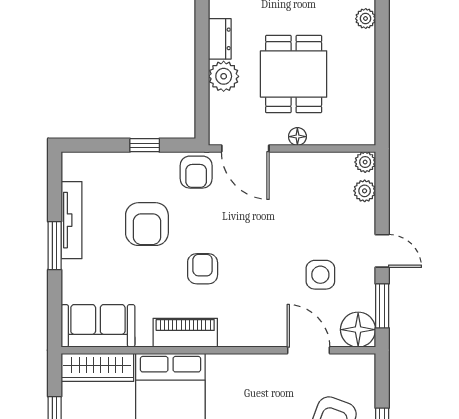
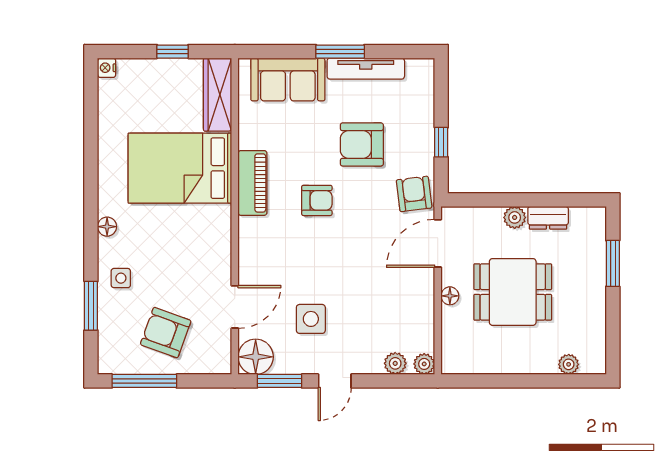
plant: (224, 76) -> (515, 217), width x0.73, depth x0.73
armchair: (196, 172) -> (414, 194), turned 83
sofa: (98, 326) -> (288, 80), moved, turned 90

